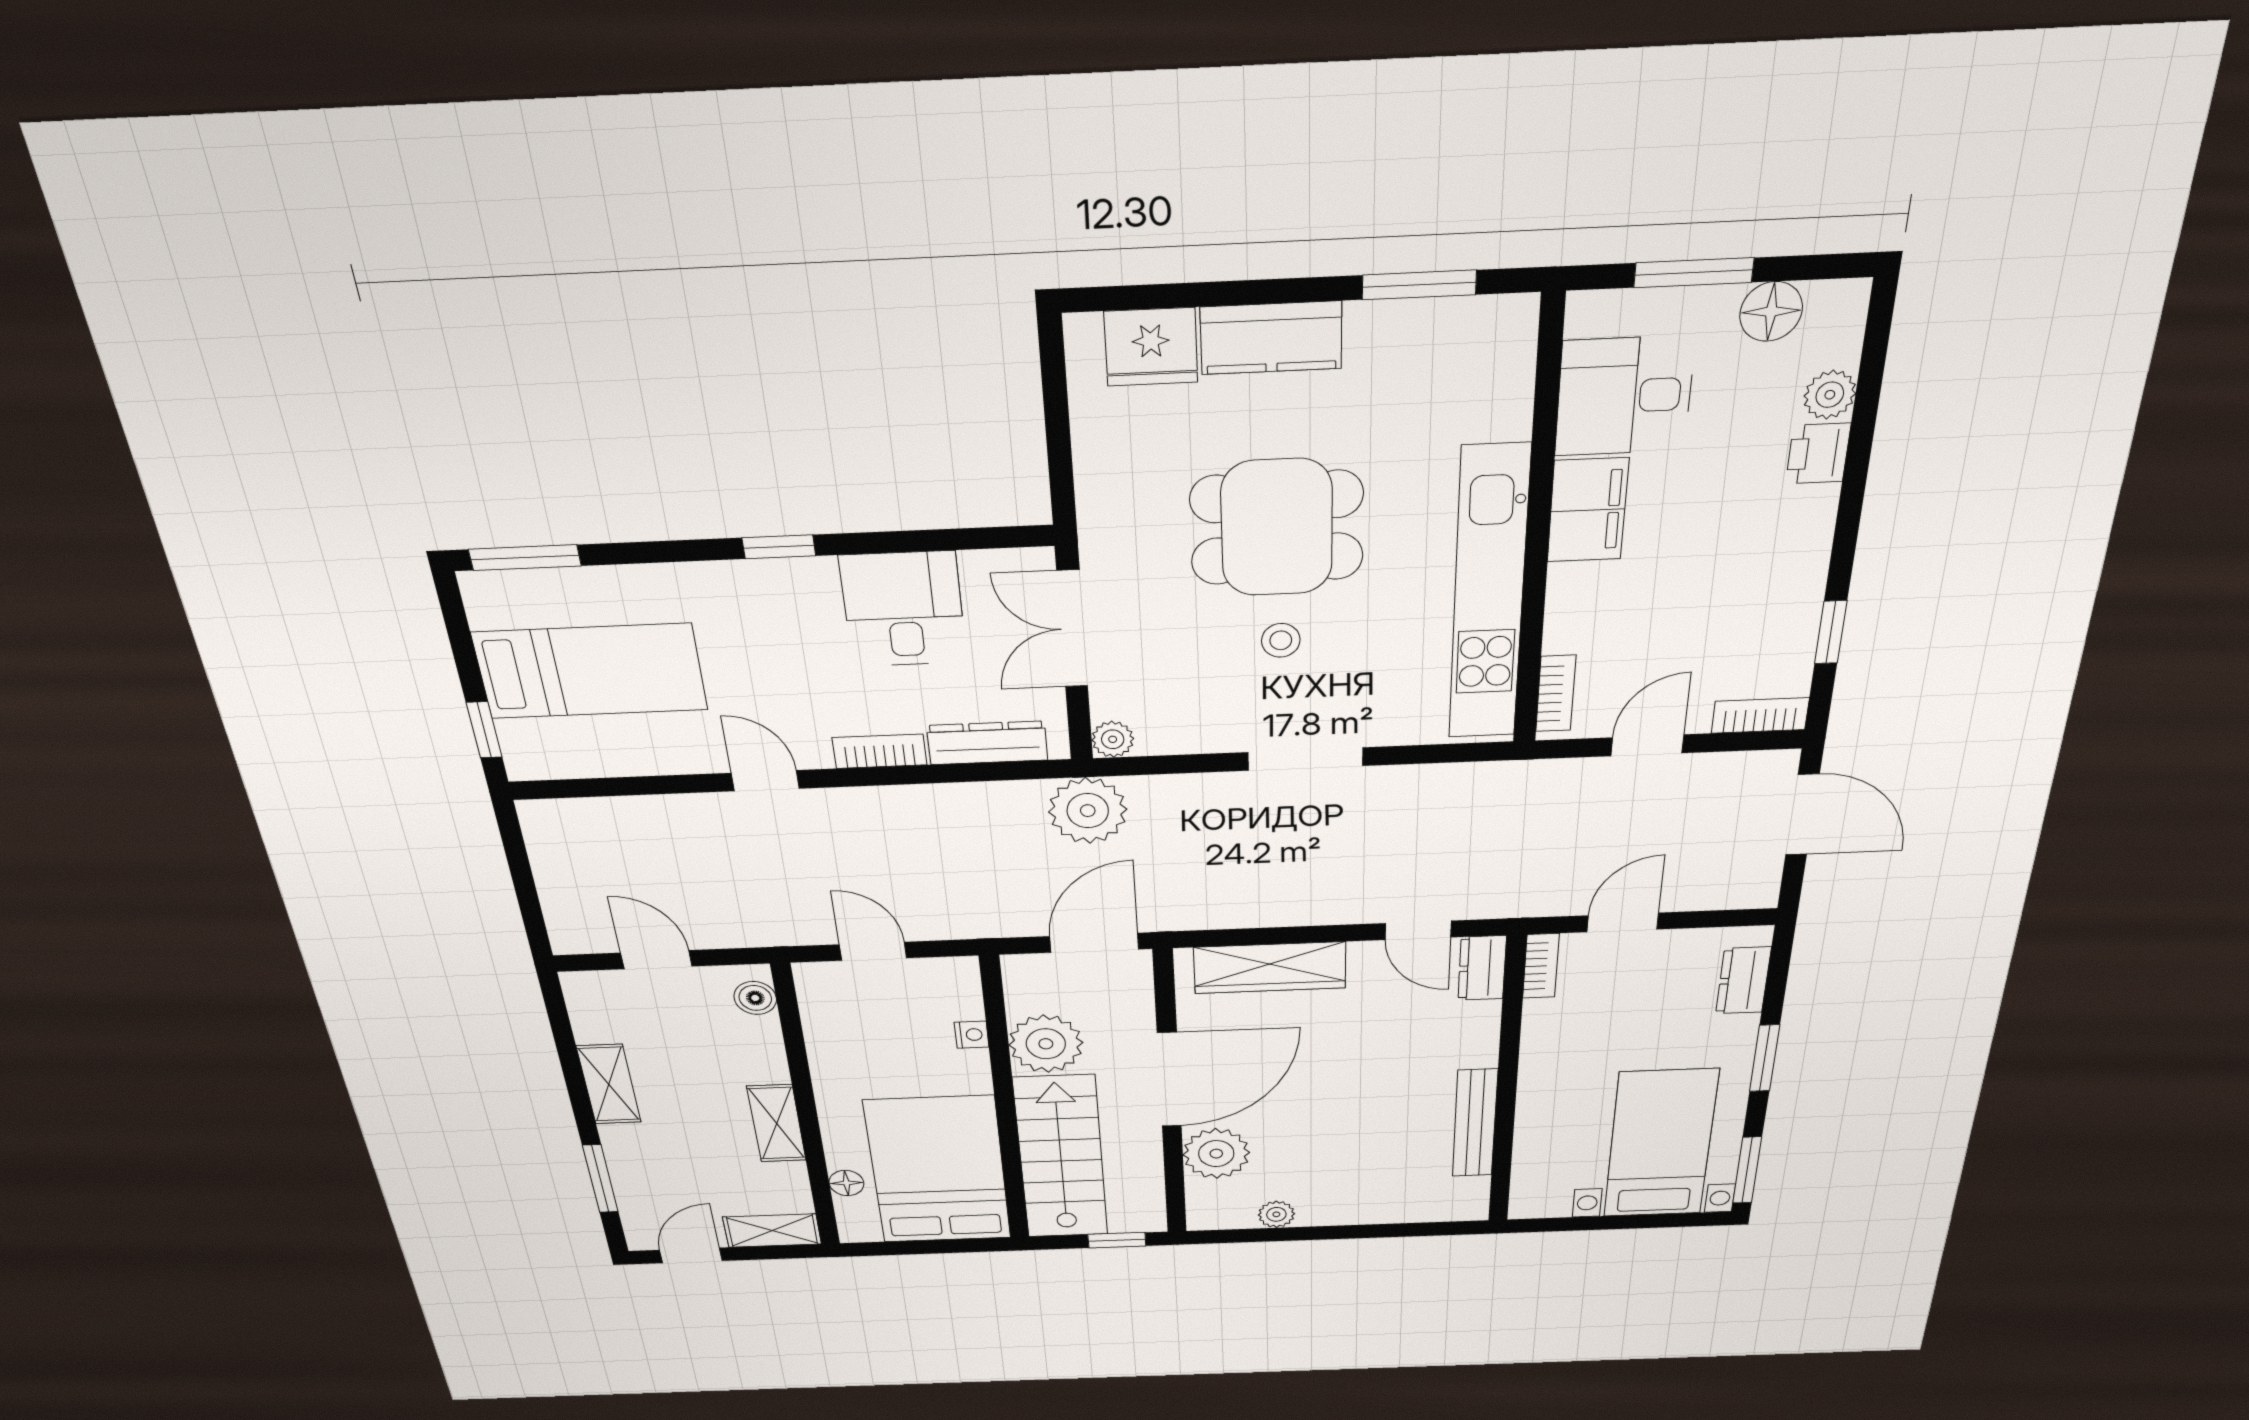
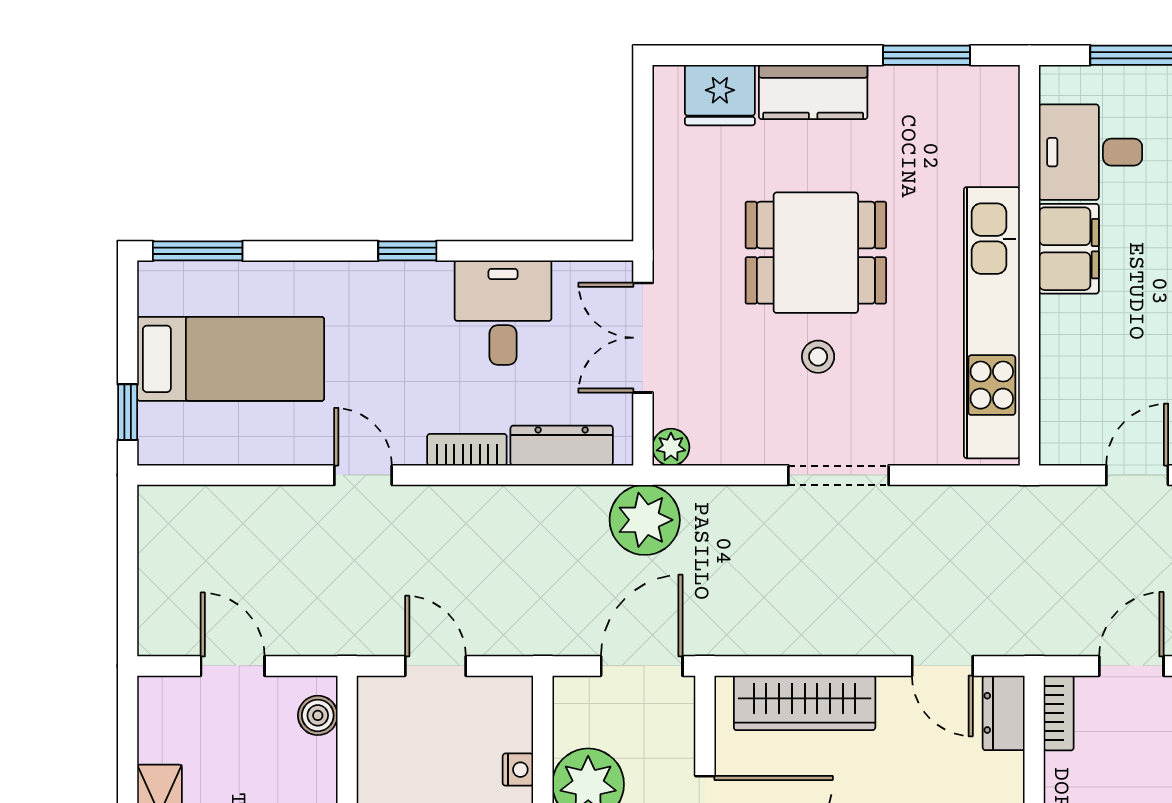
bookcase: (1556, 693) -> (1054, 419), removed

